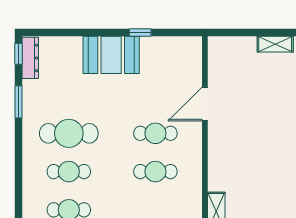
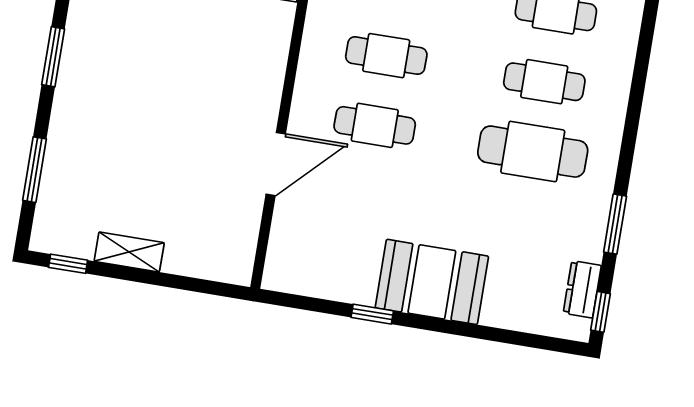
dresser: (30, 58) -> (582, 289), width x0.70

